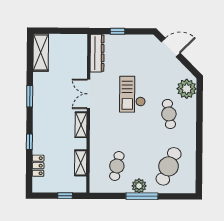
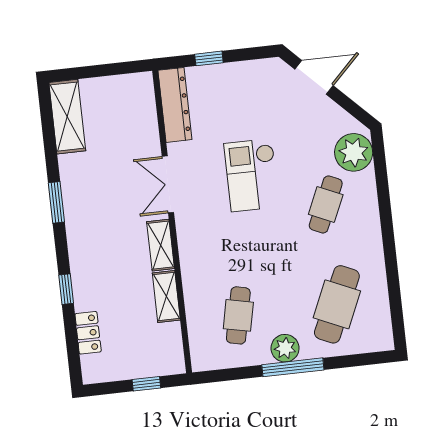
cafe table: (169, 114) -> (326, 204), turned 33
shelving: (81, 163) -> (166, 297), moved

